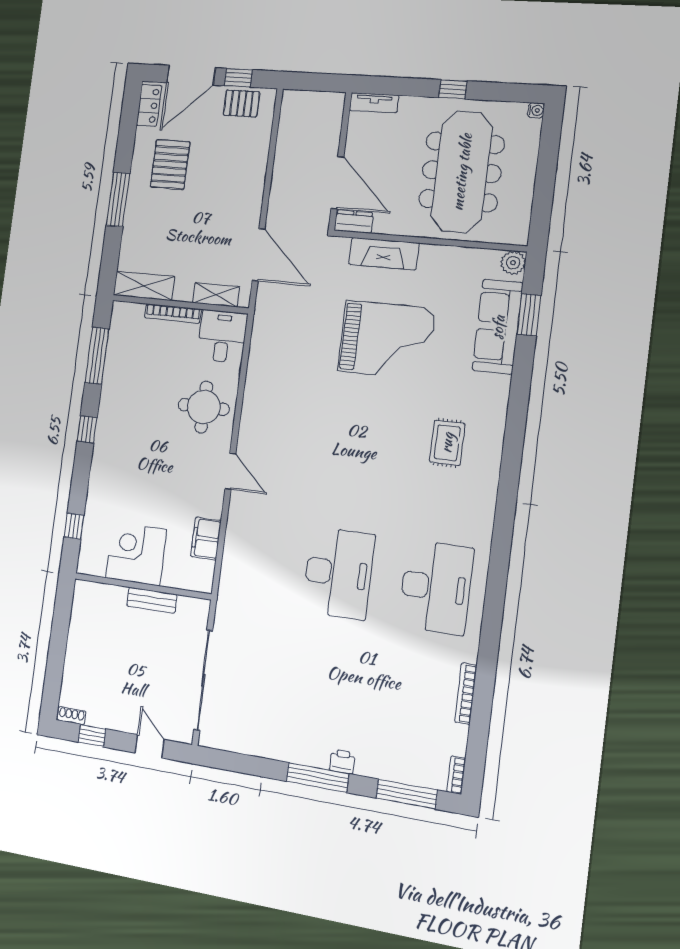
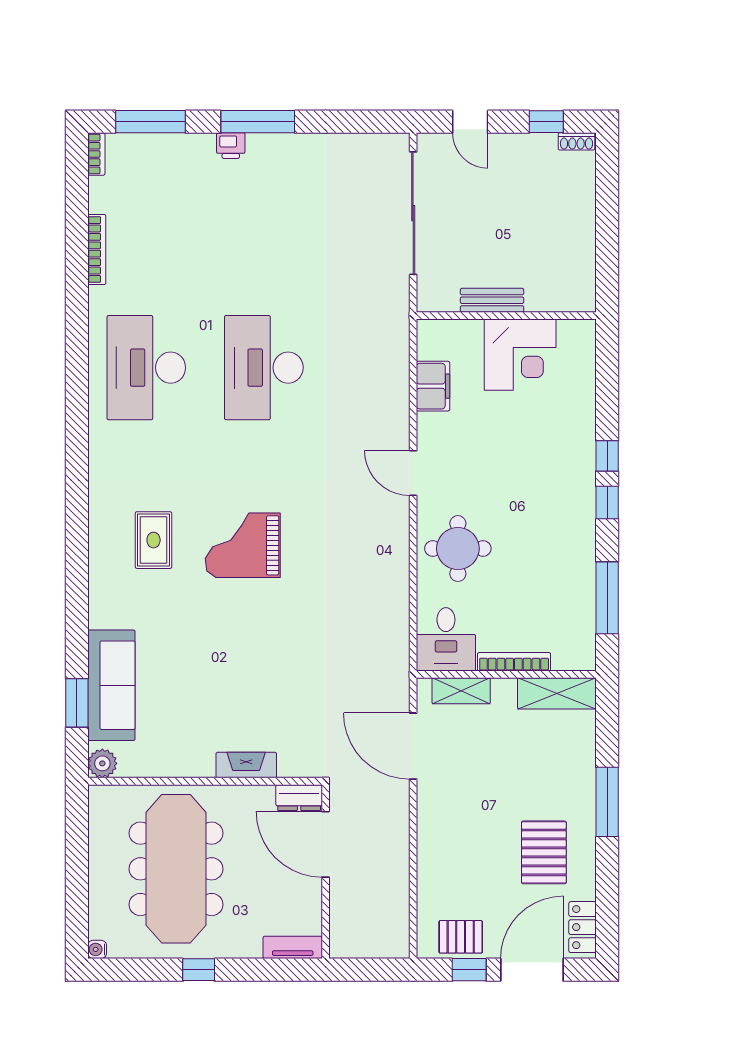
fireplace: (384, 254) -> (246, 765), width x0.73, depth x0.76
grand piano: (387, 340) -> (243, 545), moved, width x0.73, depth x0.68
window: (74, 526) -> (607, 456), moved

